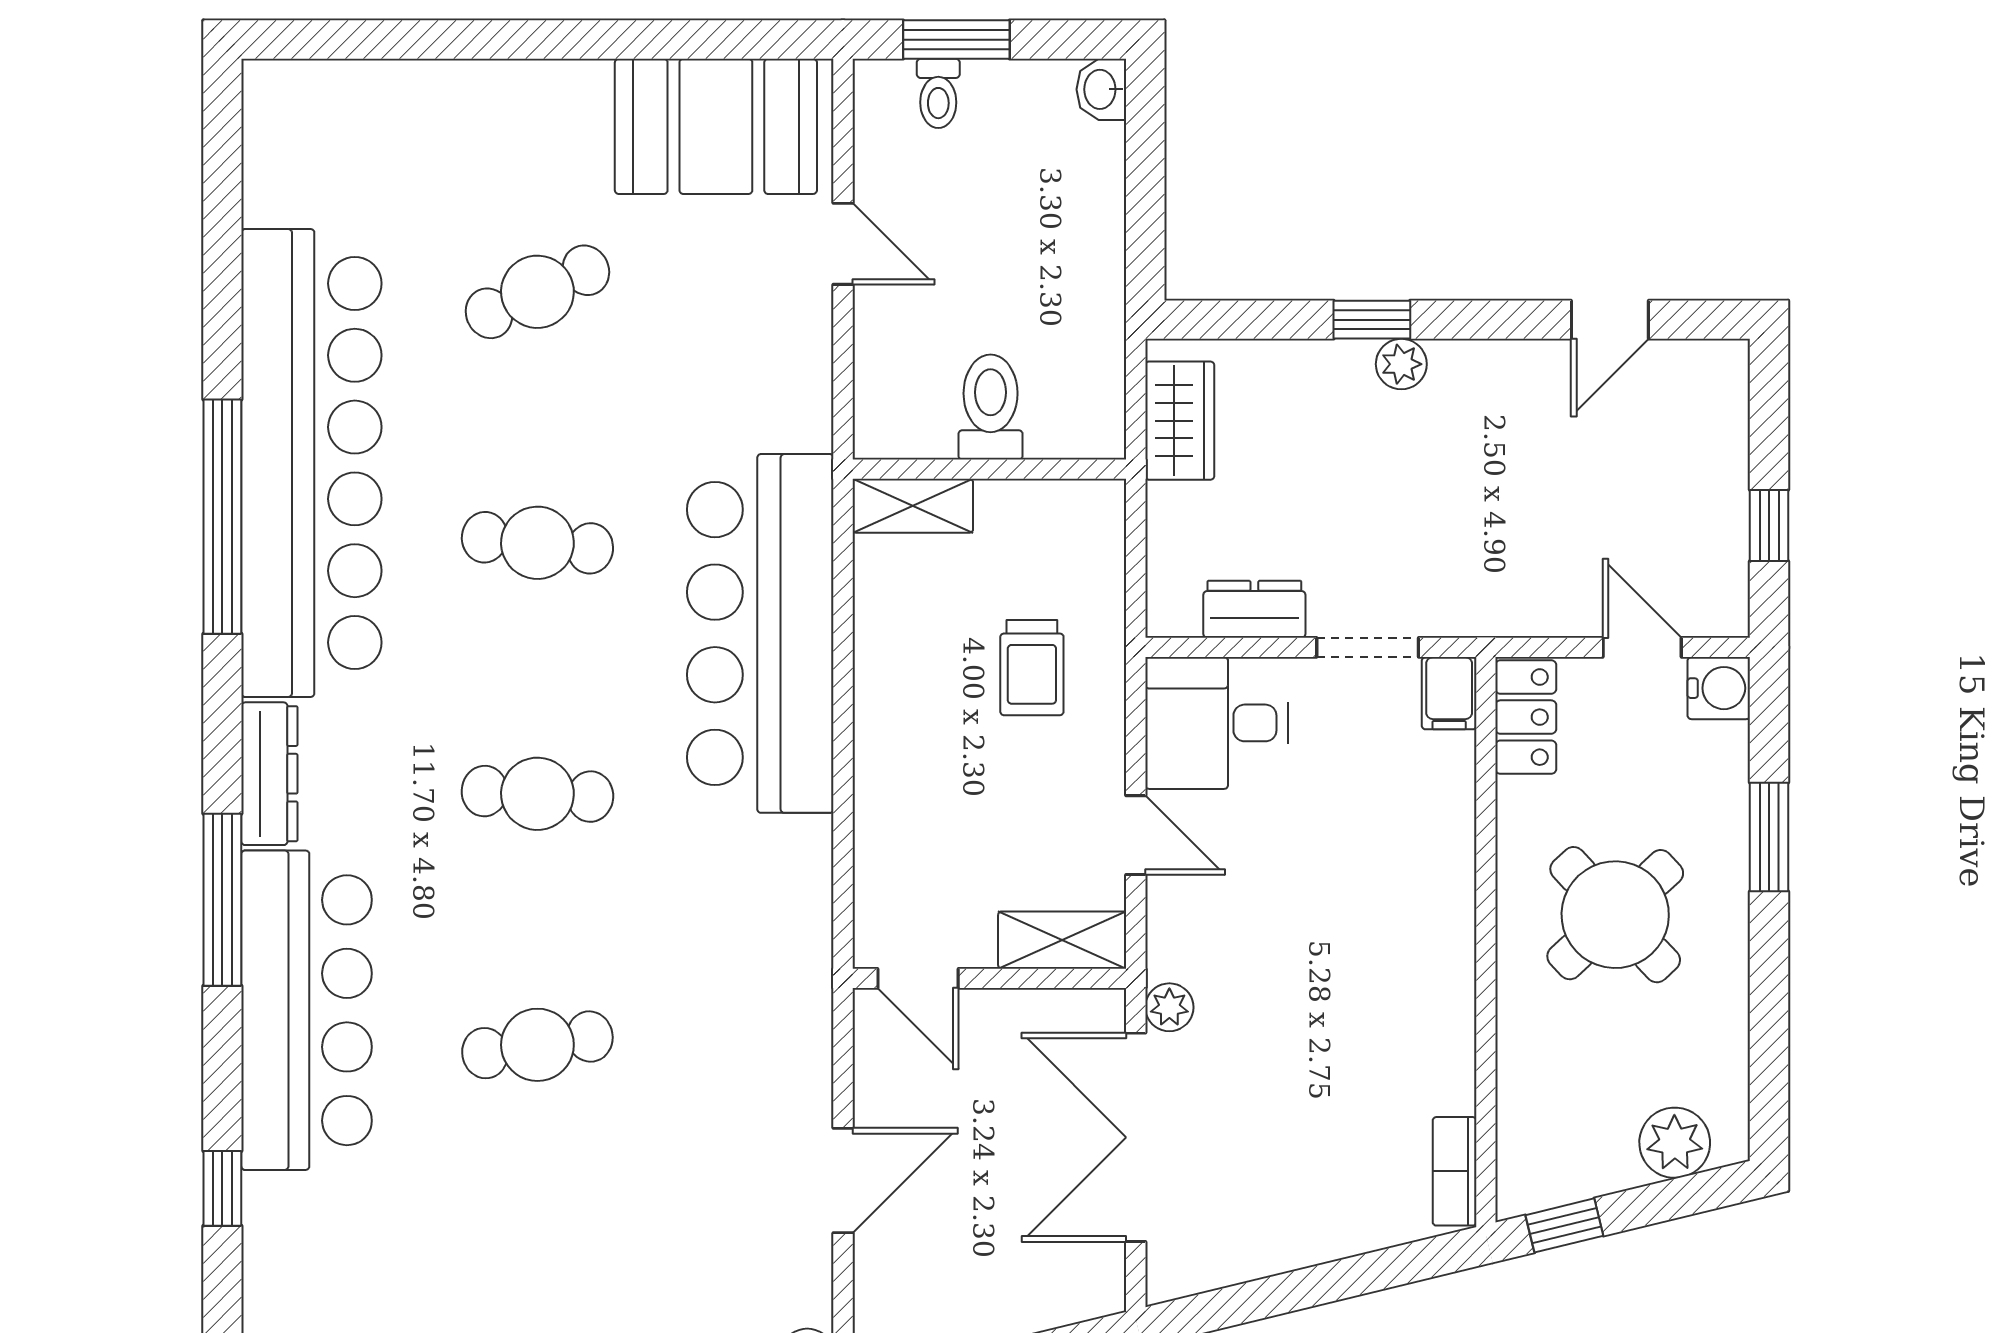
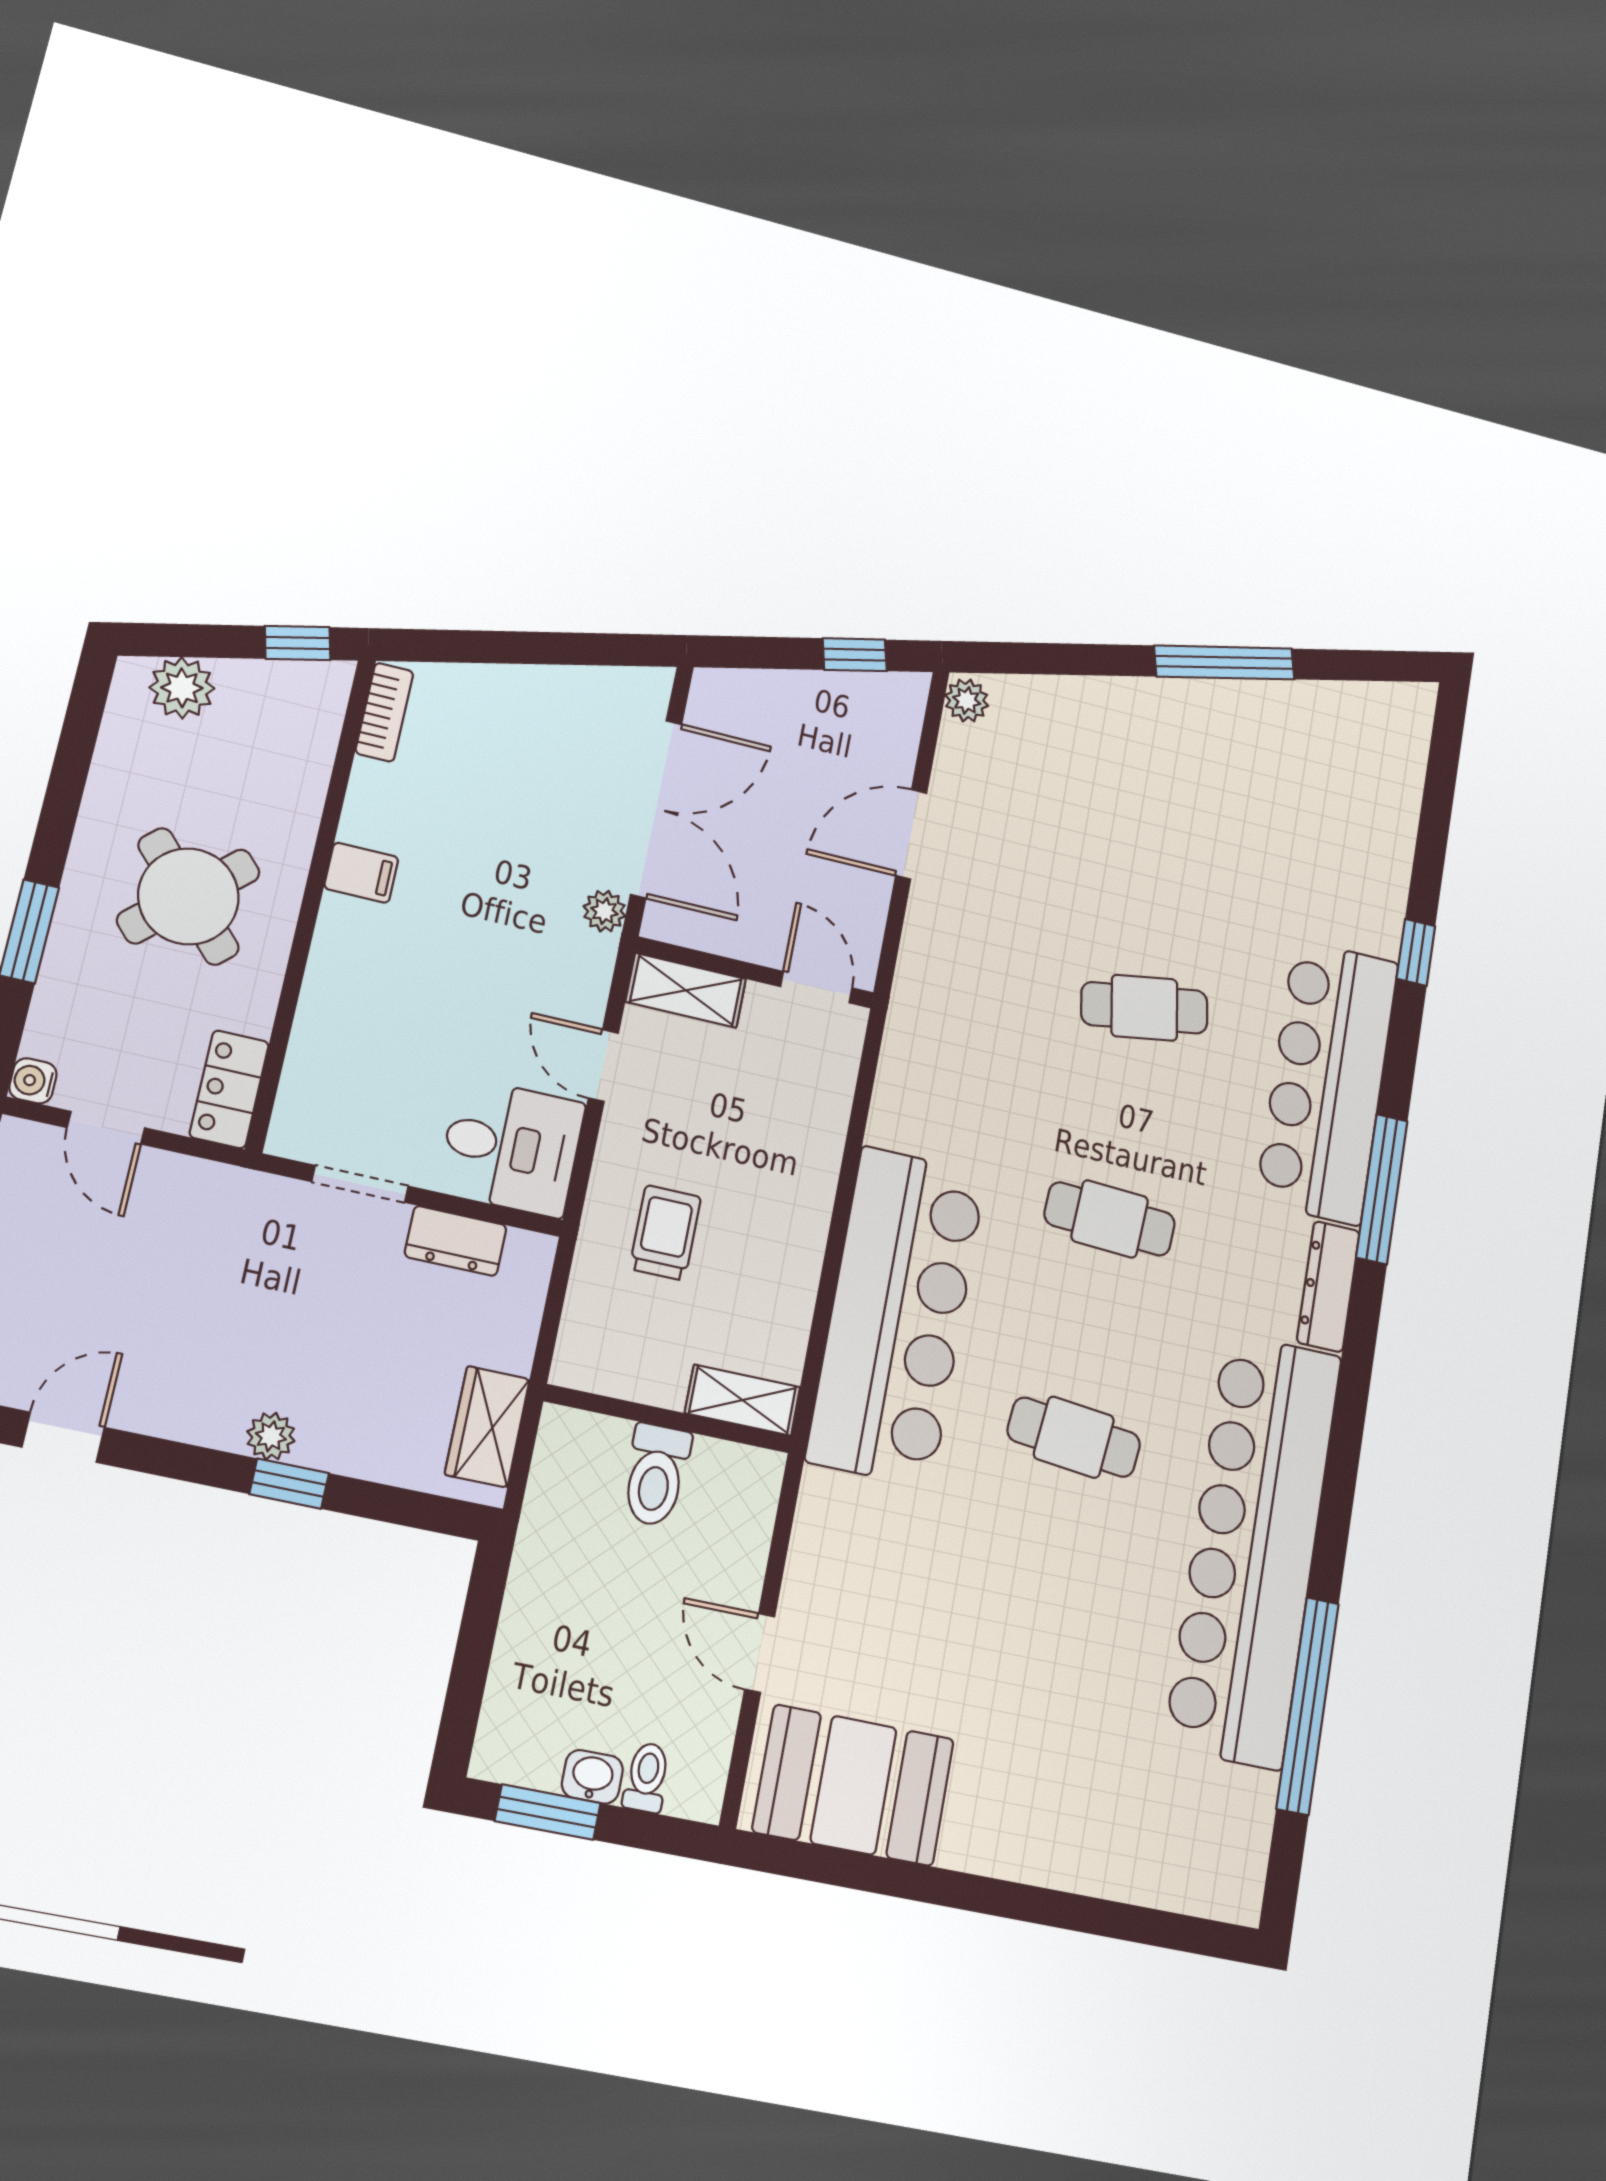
window: (956, 40) -> (548, 1812), moved
washbasin: (1101, 89) -> (592, 1777), moved, turned -90
cafe table: (537, 292) -> (1037, 1663), removed
window: (222, 517) -> (1308, 1706), moved
water cooler: (1719, 688) -> (33, 1081), width x0.72, depth x0.72
filing cabinet: (1449, 693) -> (361, 873), moved, turned 90

